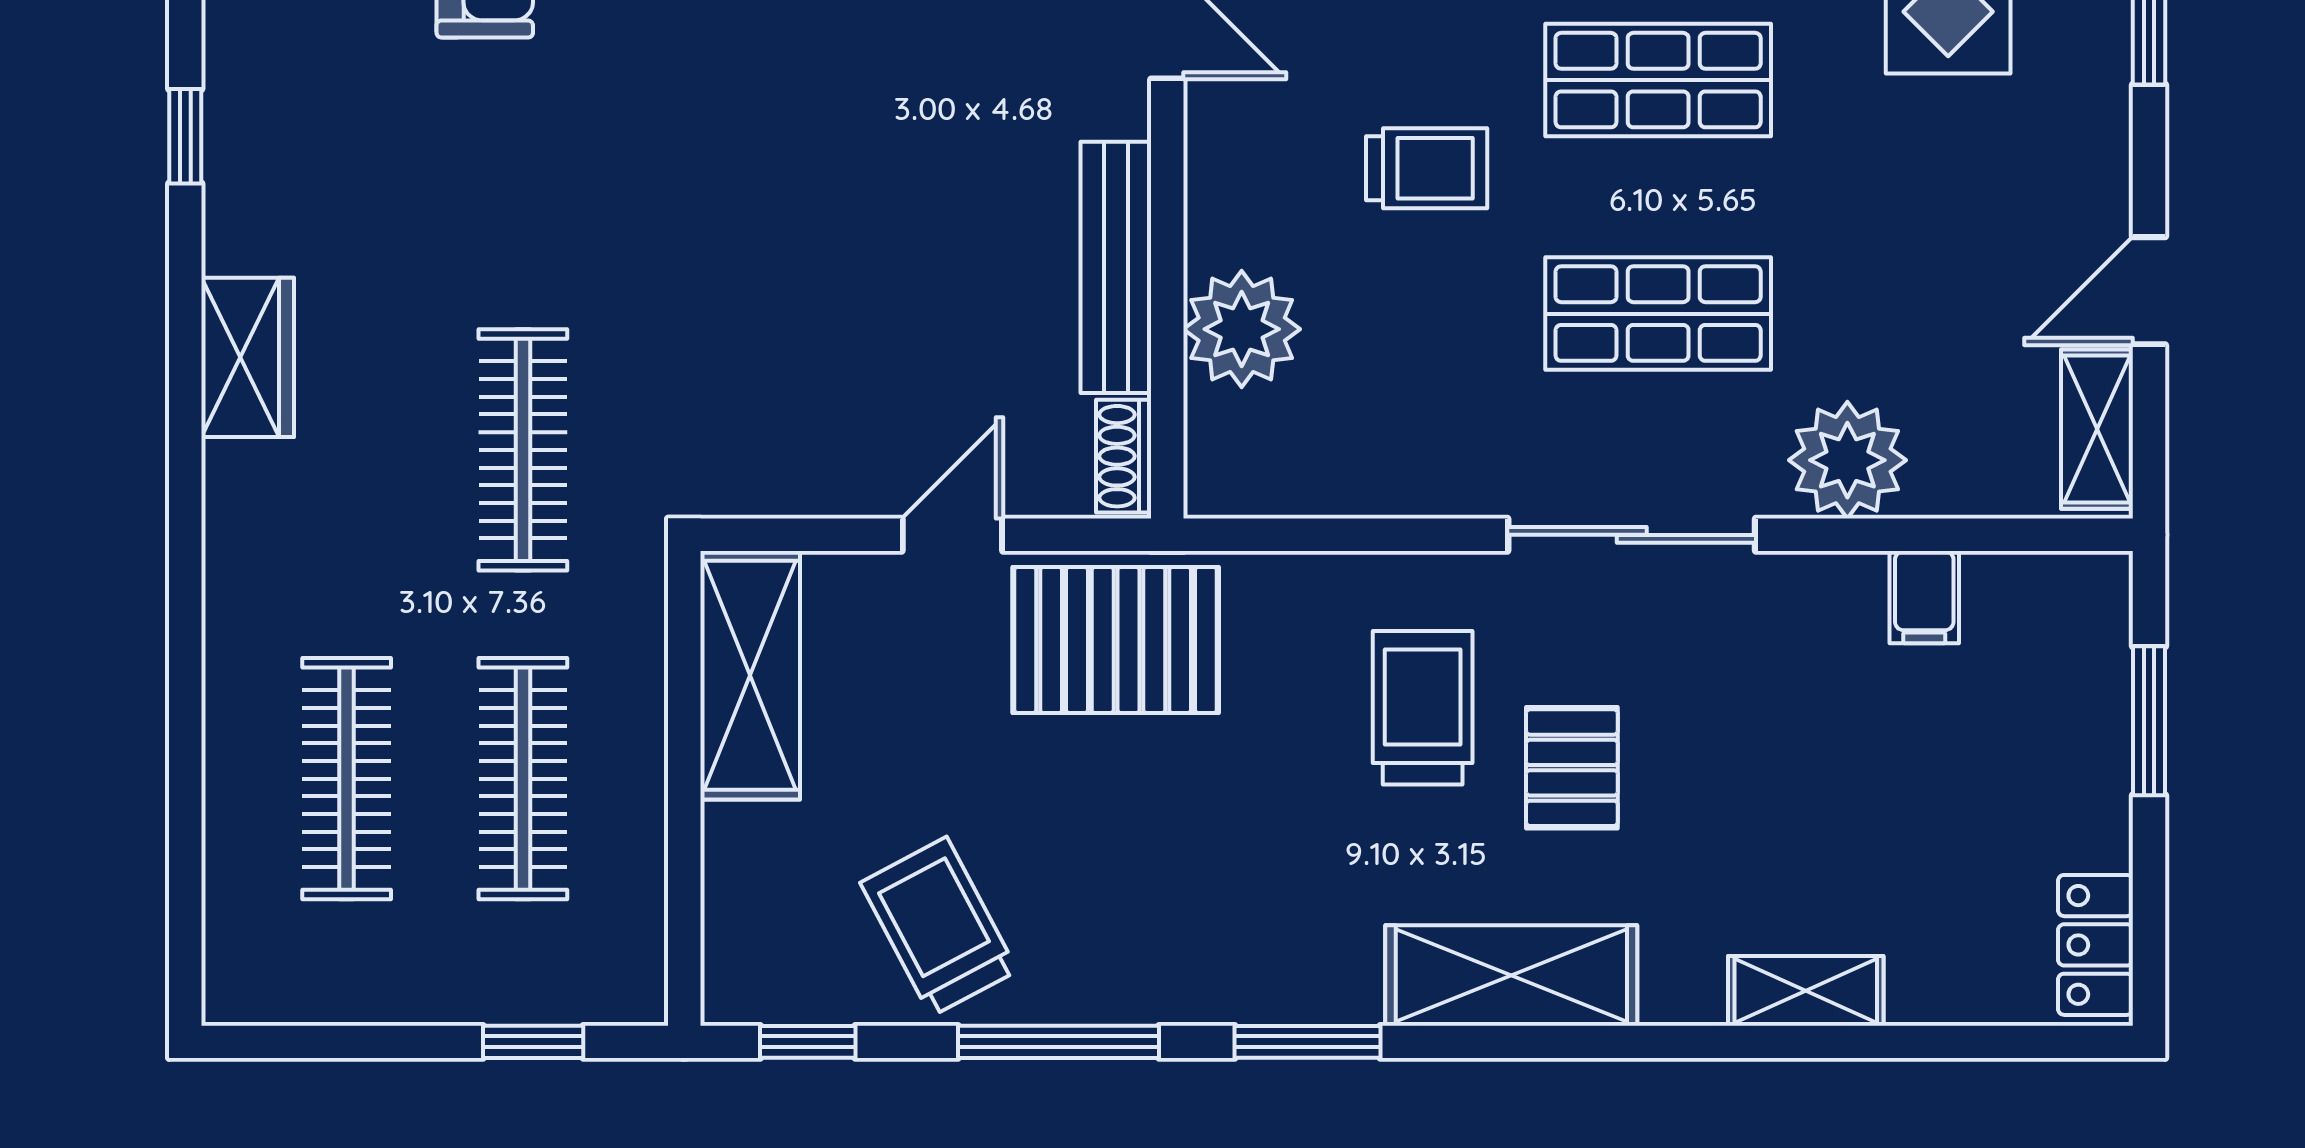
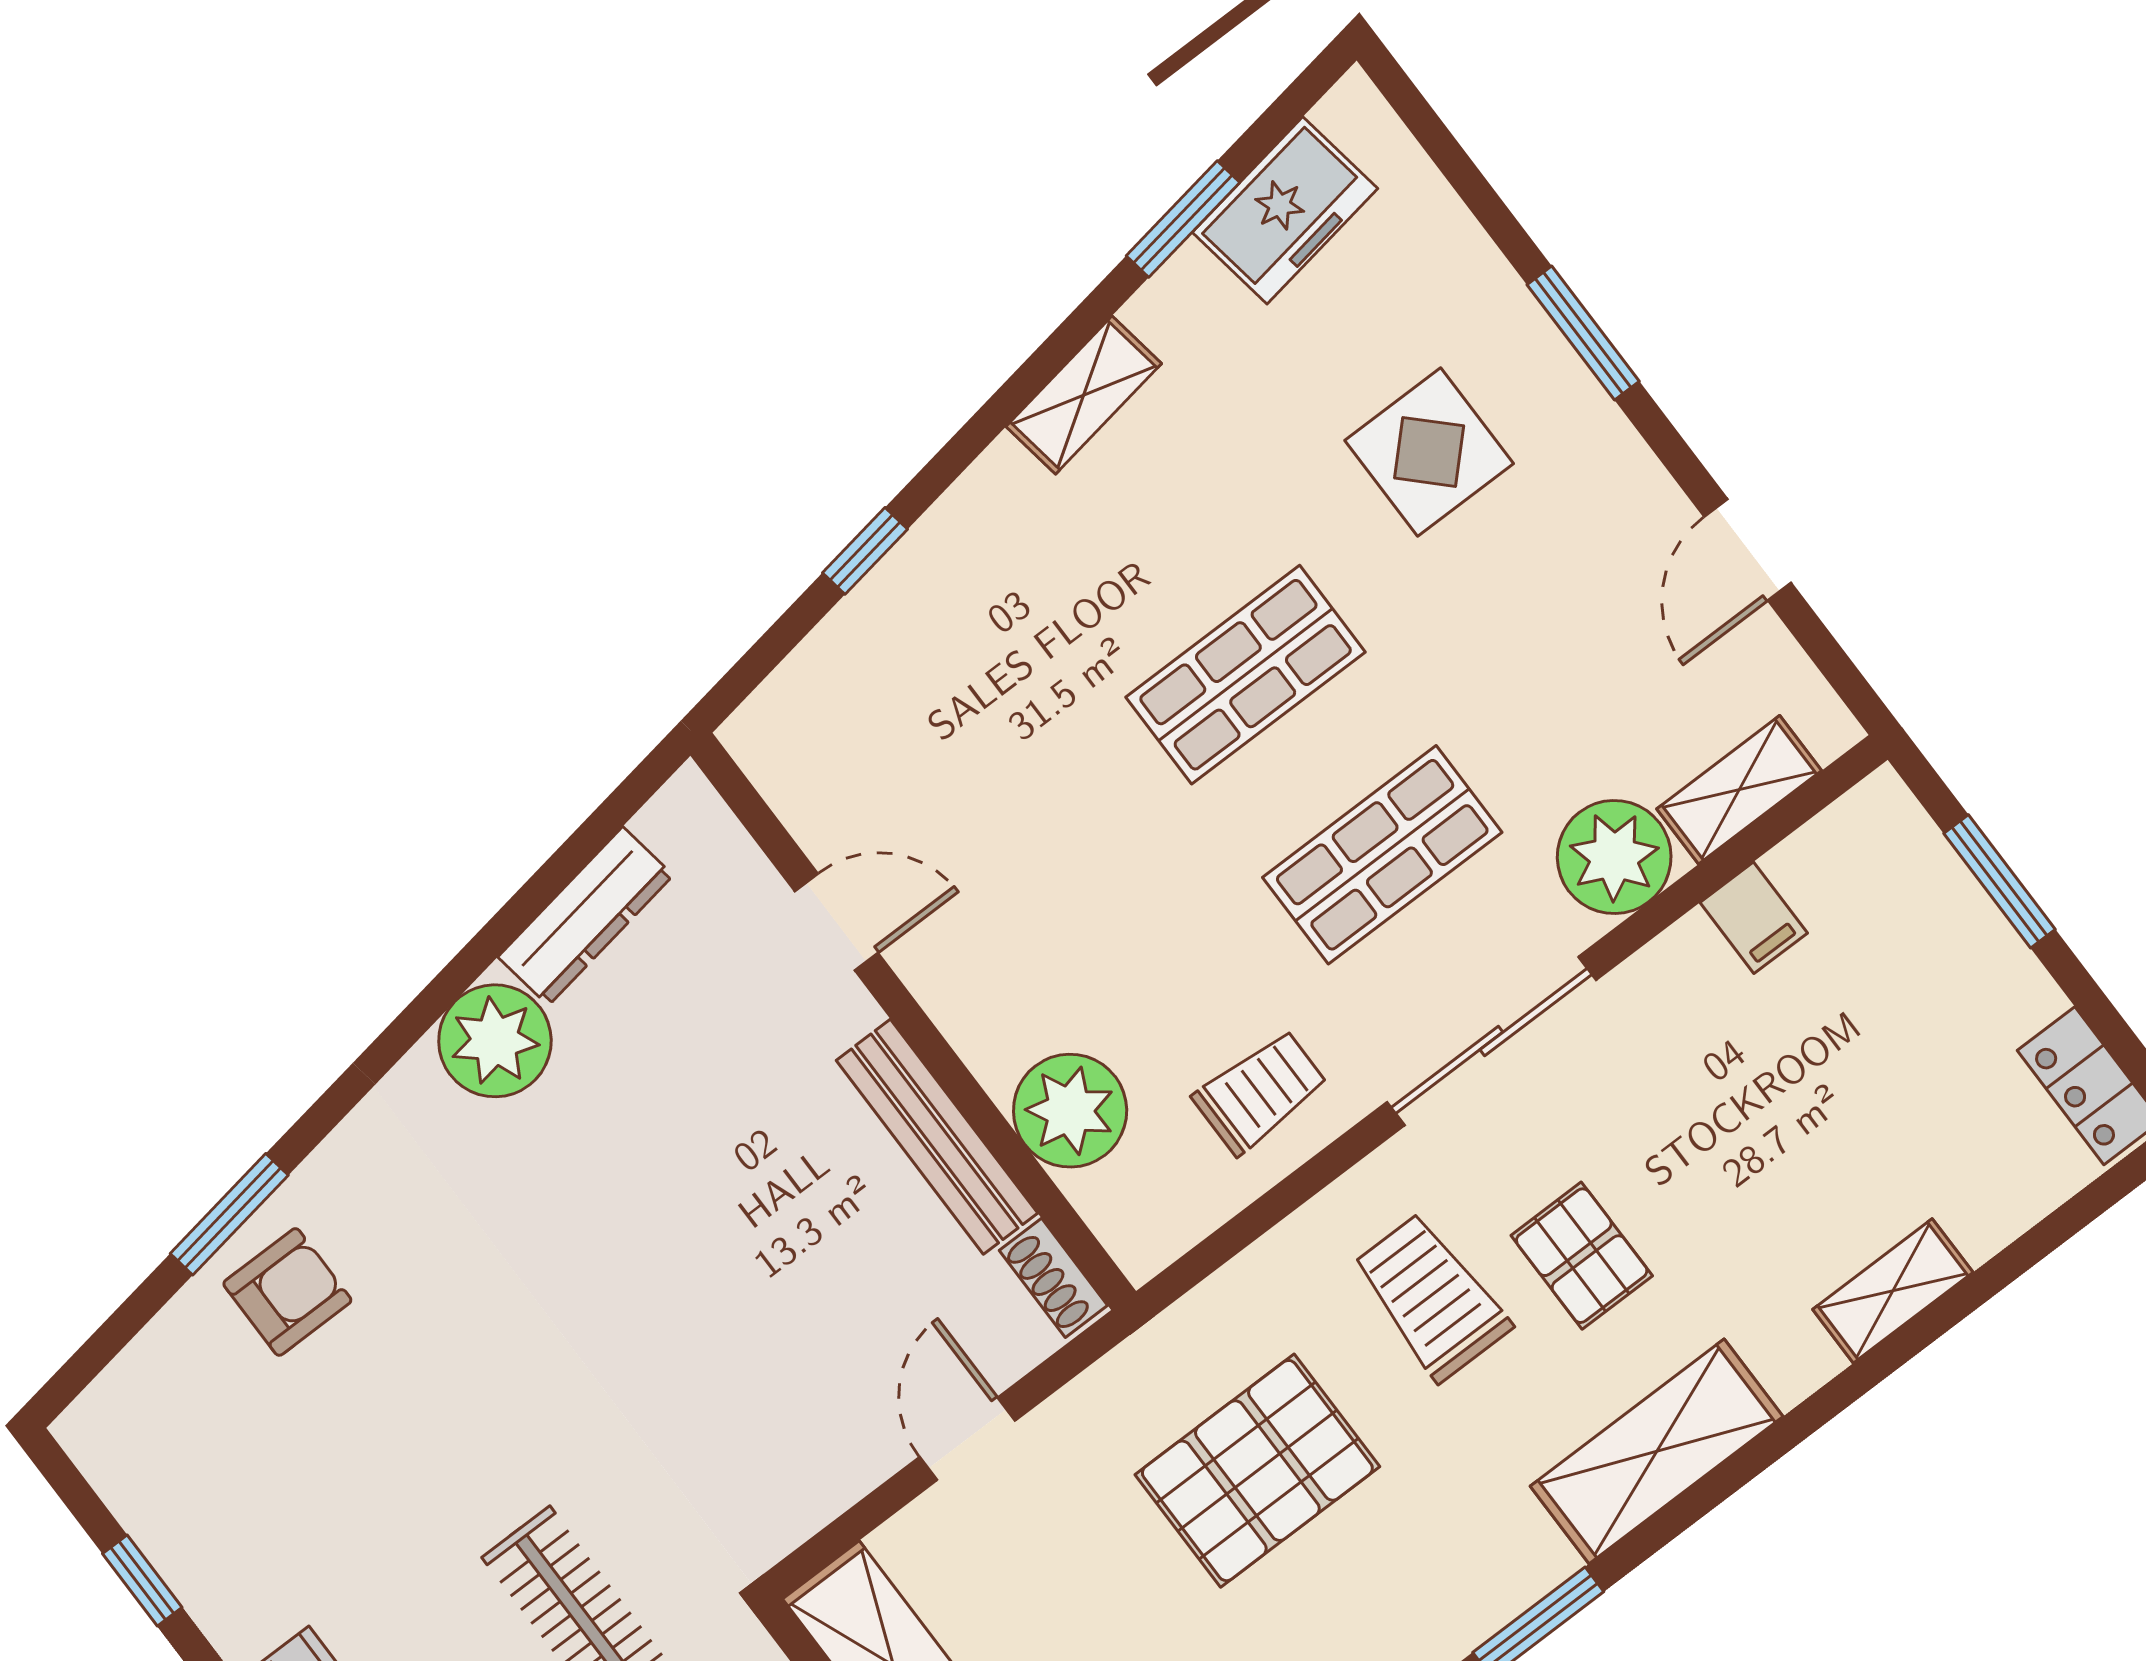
trolley: (1427, 168) -> (1260, 1092), moved
shelving: (2097, 429) -> (1739, 790), moved, turned 90
pallet: (1116, 640) -> (1257, 1471), moved

